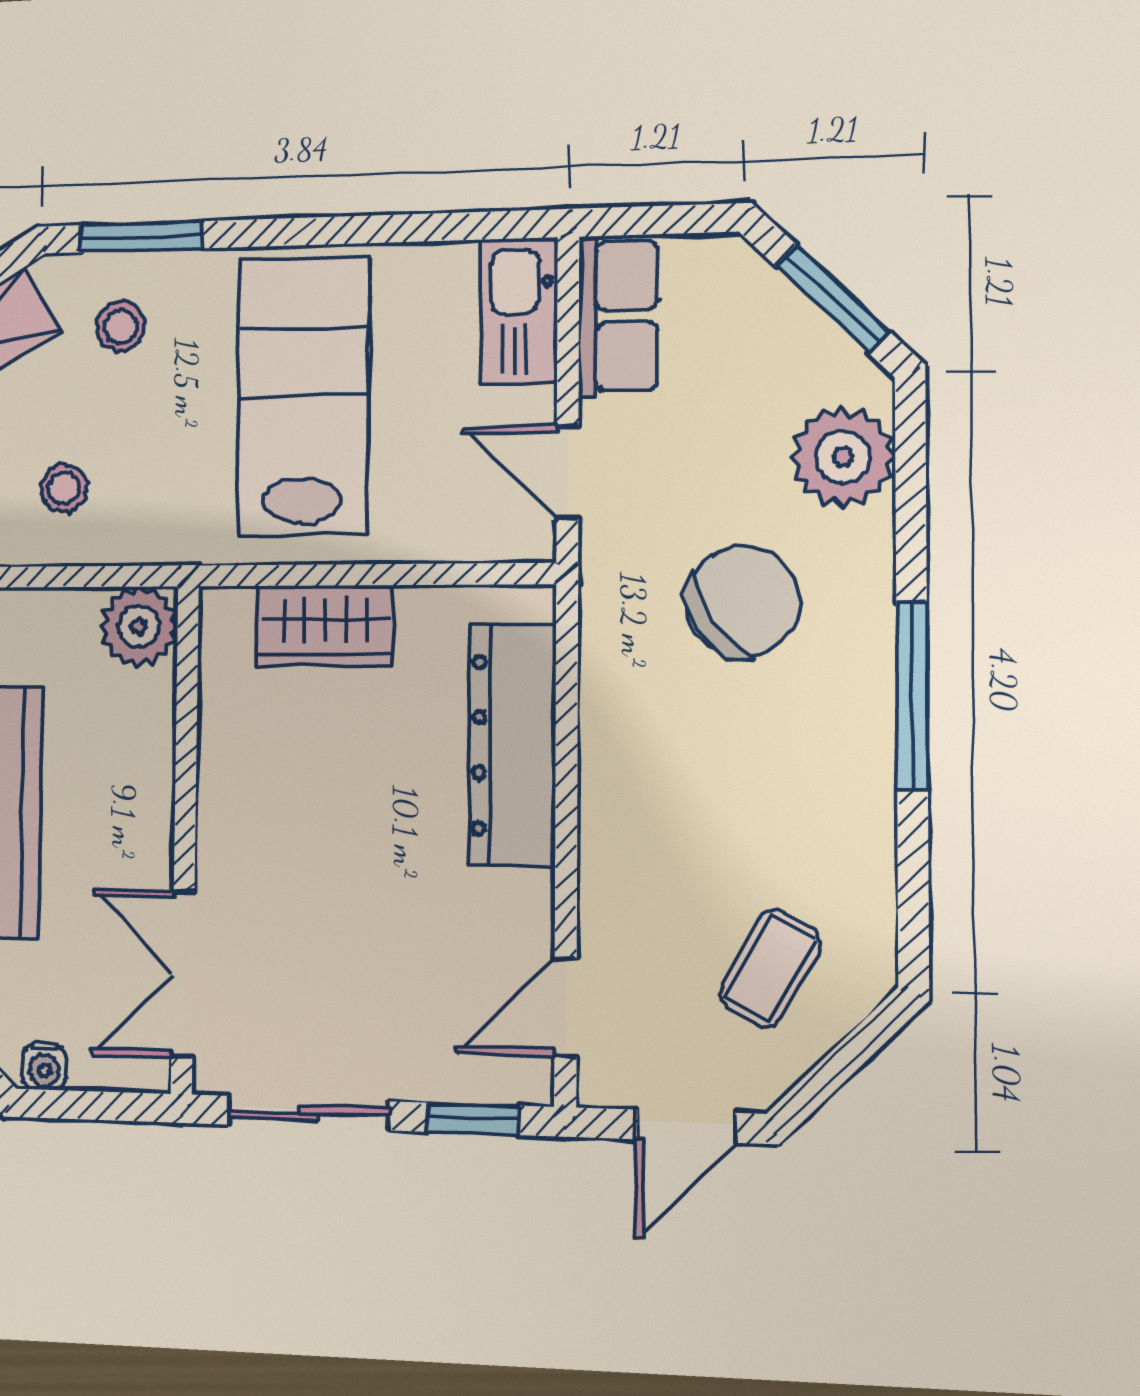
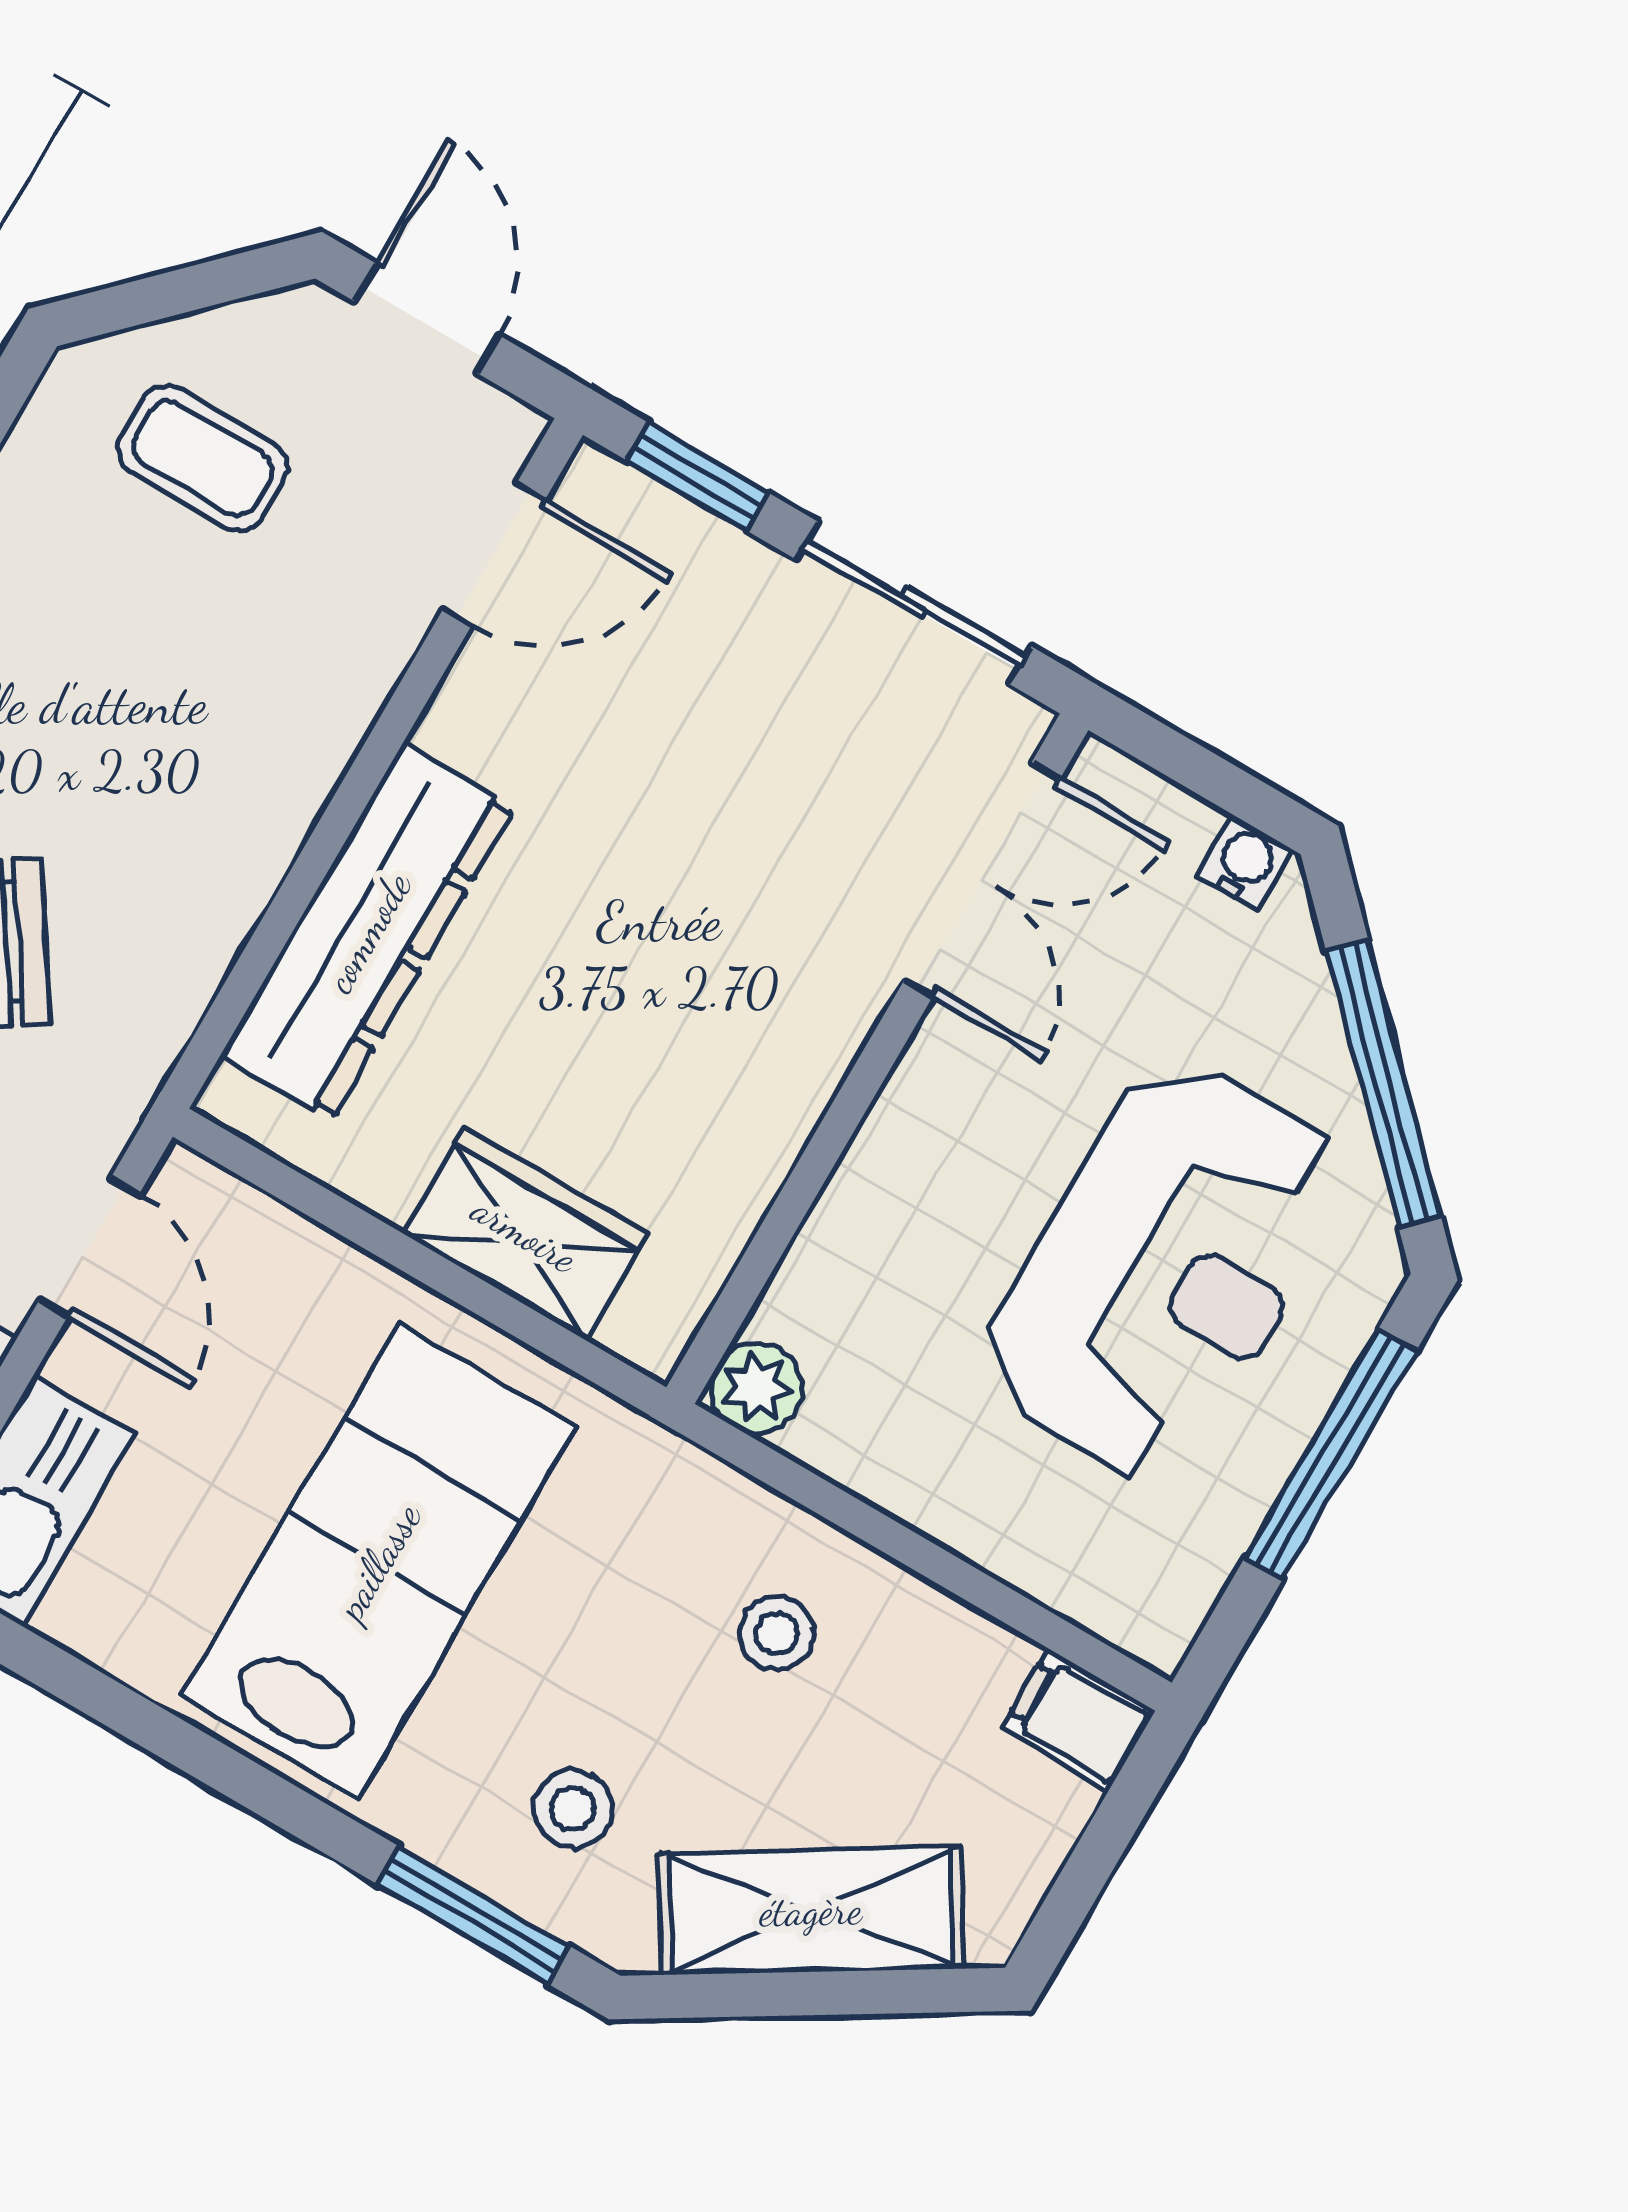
lab bench: (303, 396) -> (379, 1561), turned 180
plant: (139, 627) -> (756, 1388), width x0.73, depth x0.73
coffee table: (770, 968) -> (203, 458), turned 61
door: (686, 1126) -> (427, 318), hinge flipped

